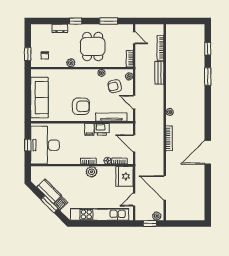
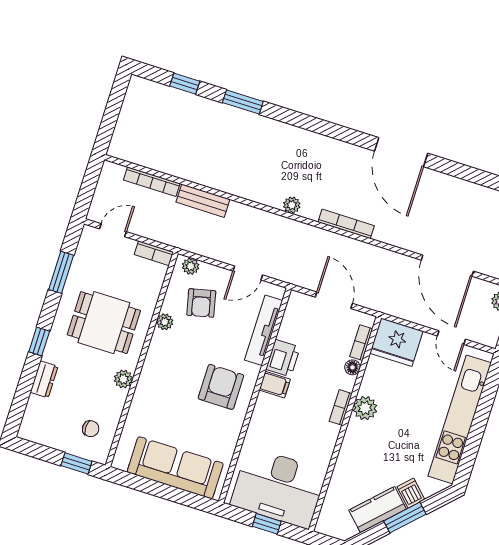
door: (134, 143) -> (334, 300), swing flipped
door: (165, 188) -> (447, 266), hinge flipped

